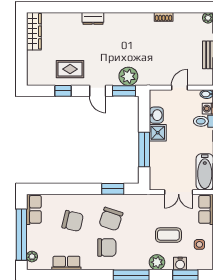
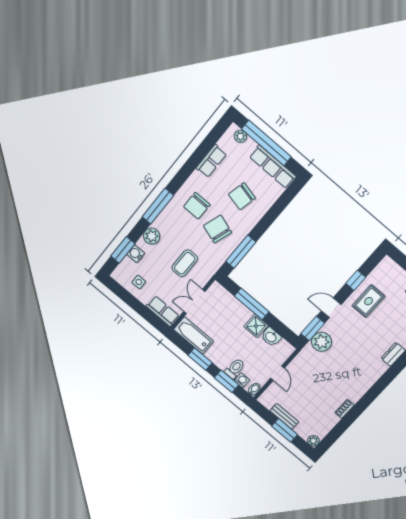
window: (113, 189) -> (241, 252), width x1.44
row of seats: (34, 209) -> (273, 167), width x1.48
coffee table: (168, 235) -> (185, 263), moved

